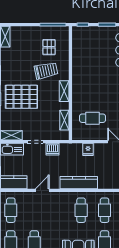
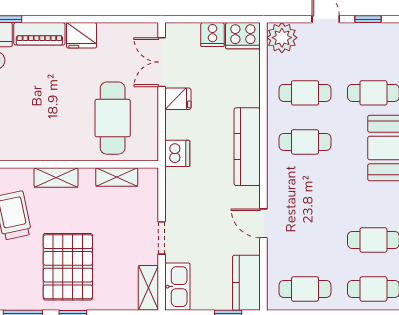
cafe table: (93, 118) -> (113, 118), width x1.37, depth x1.35
dishwasher: (53, 149) -> (177, 153), moved
fridge: (88, 149) -> (178, 99), moved

